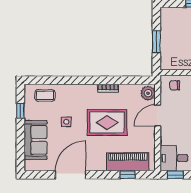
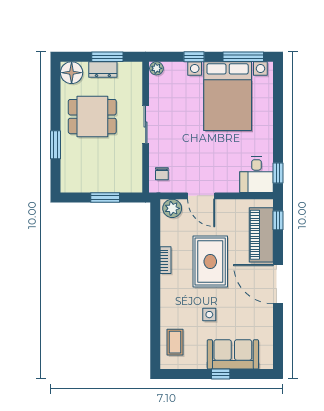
window: (20, 111) -> (221, 374), moved
door: (71, 175) -> (278, 284), moved
window: (128, 175) -> (278, 220), moved

